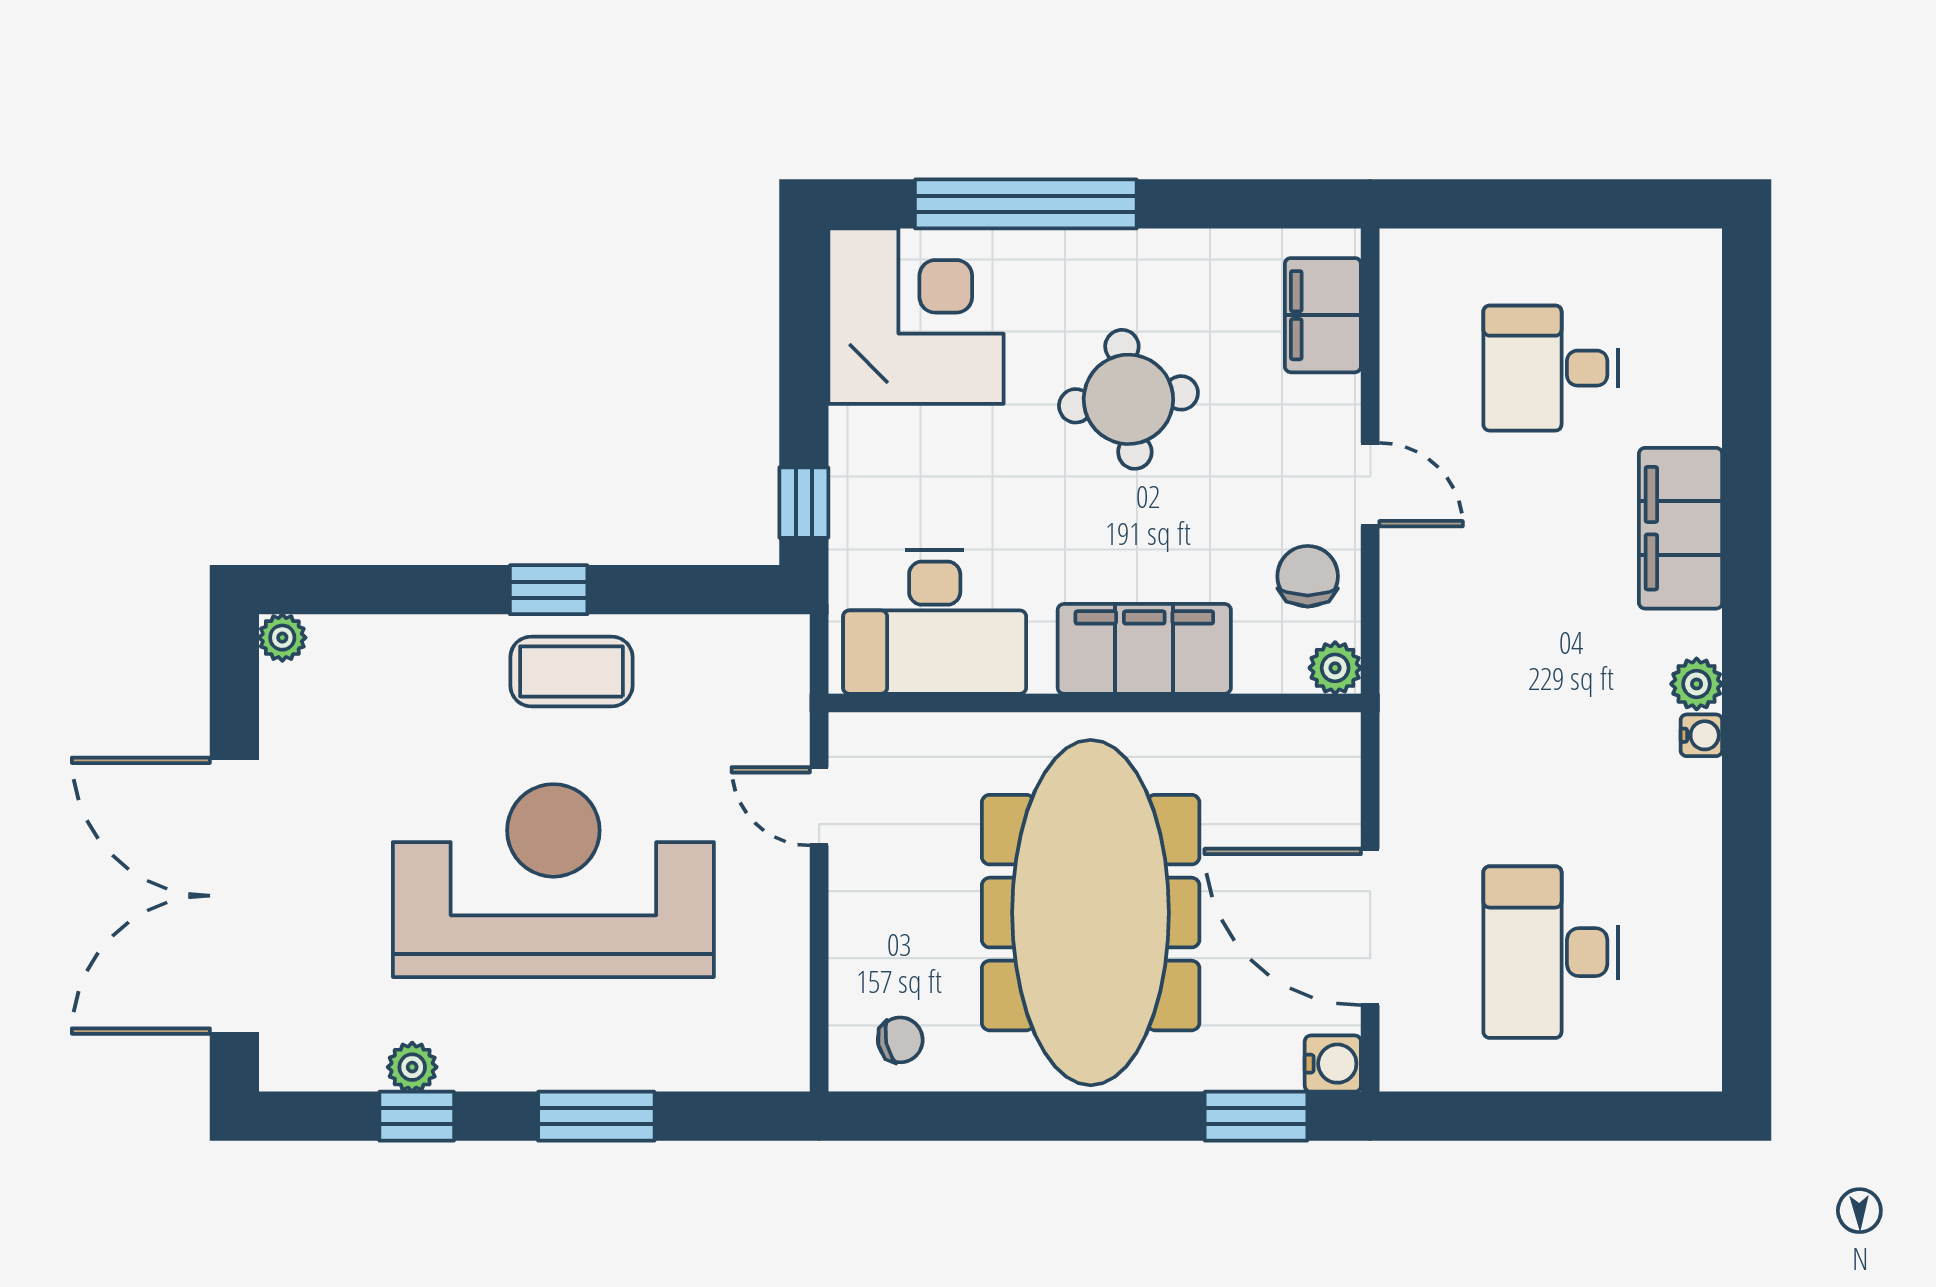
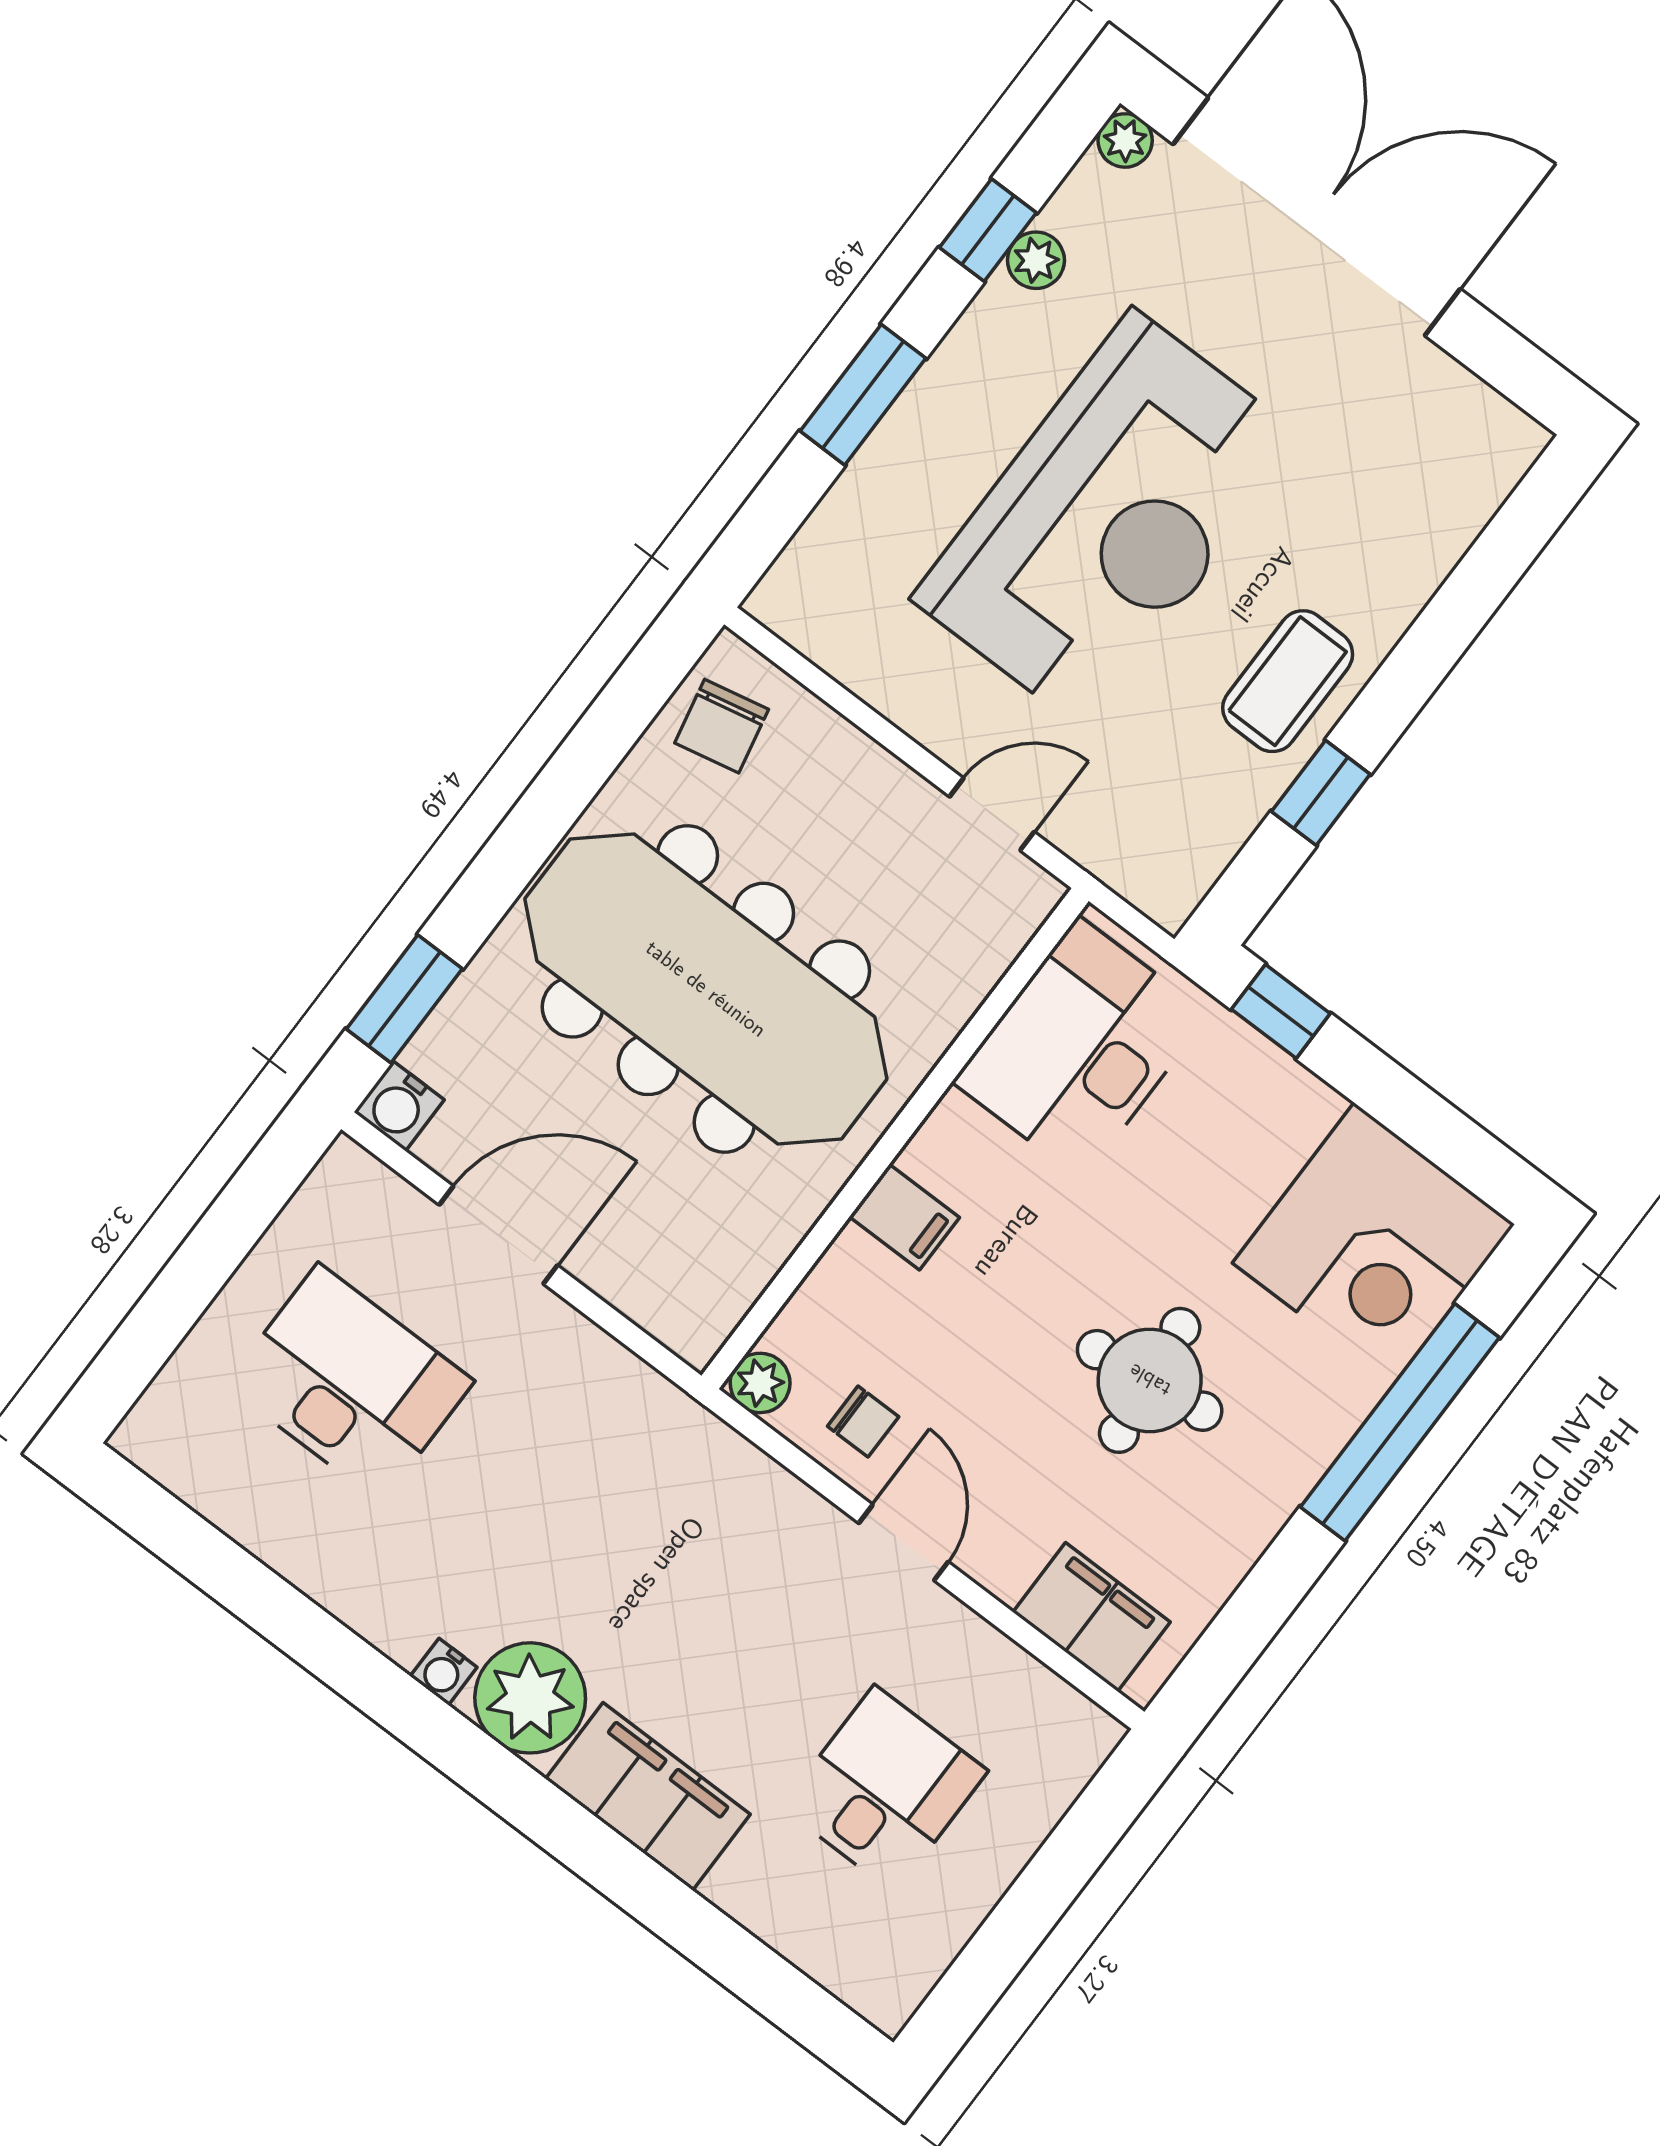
door: (1370, 485) -> (903, 1543), swing flipped
chair: (1308, 576) -> (863, 1422), width x0.73, depth x0.73
window: (549, 590) -> (1321, 793), moved
plant: (282, 638) -> (1125, 140), moved
filing cabinet: (1144, 649) -> (904, 1217), width x0.33, depth x0.86
plant: (1697, 684) -> (530, 1698), width x1.88, depth x1.88
door: (1370, 927) -> (498, 1235), width x0.73
chair: (900, 1040) -> (722, 726), width x1.37, depth x1.37

